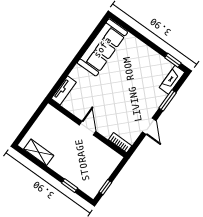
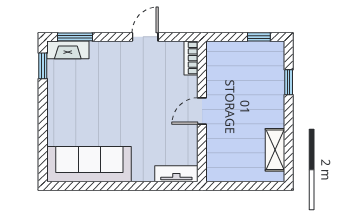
window: (168, 100) -> (75, 37), moved

